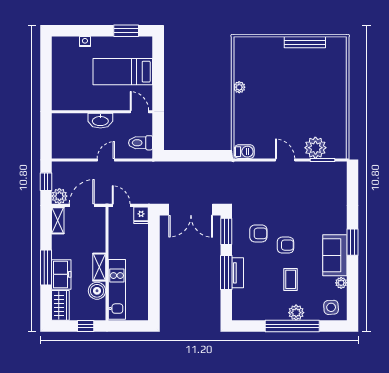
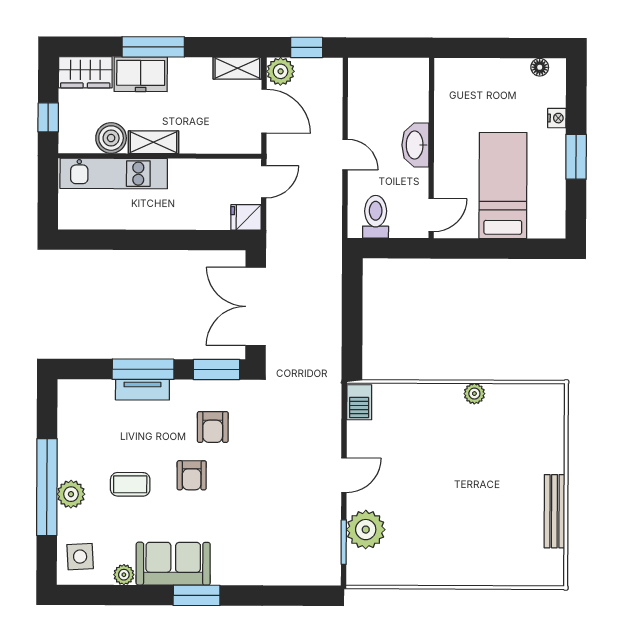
window: (126, 31) -> (576, 157), moved
floor lamp: (57, 51) -> (540, 67), added

